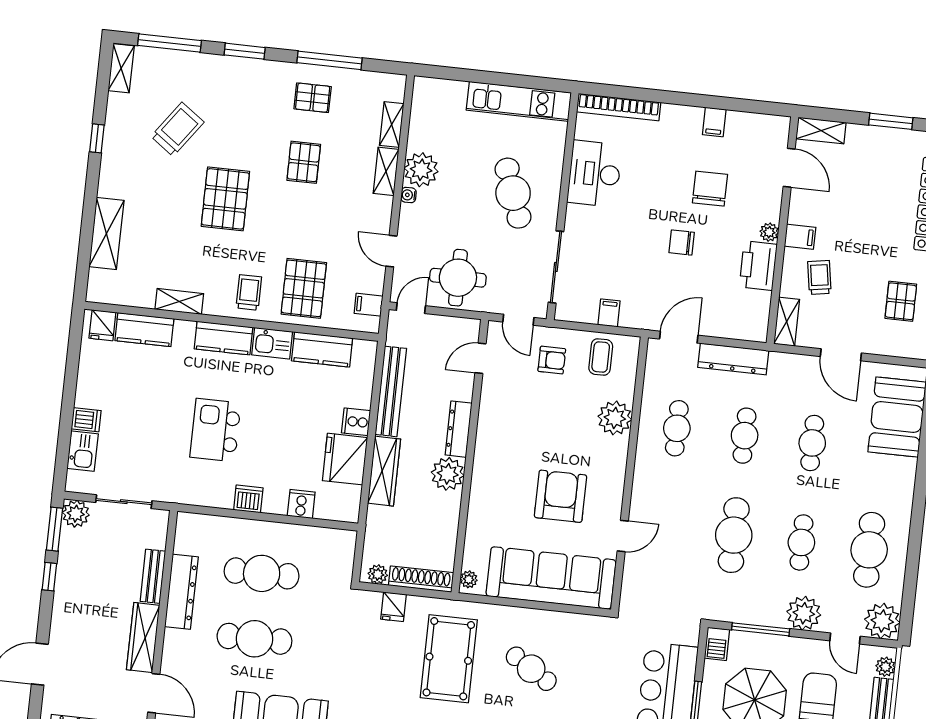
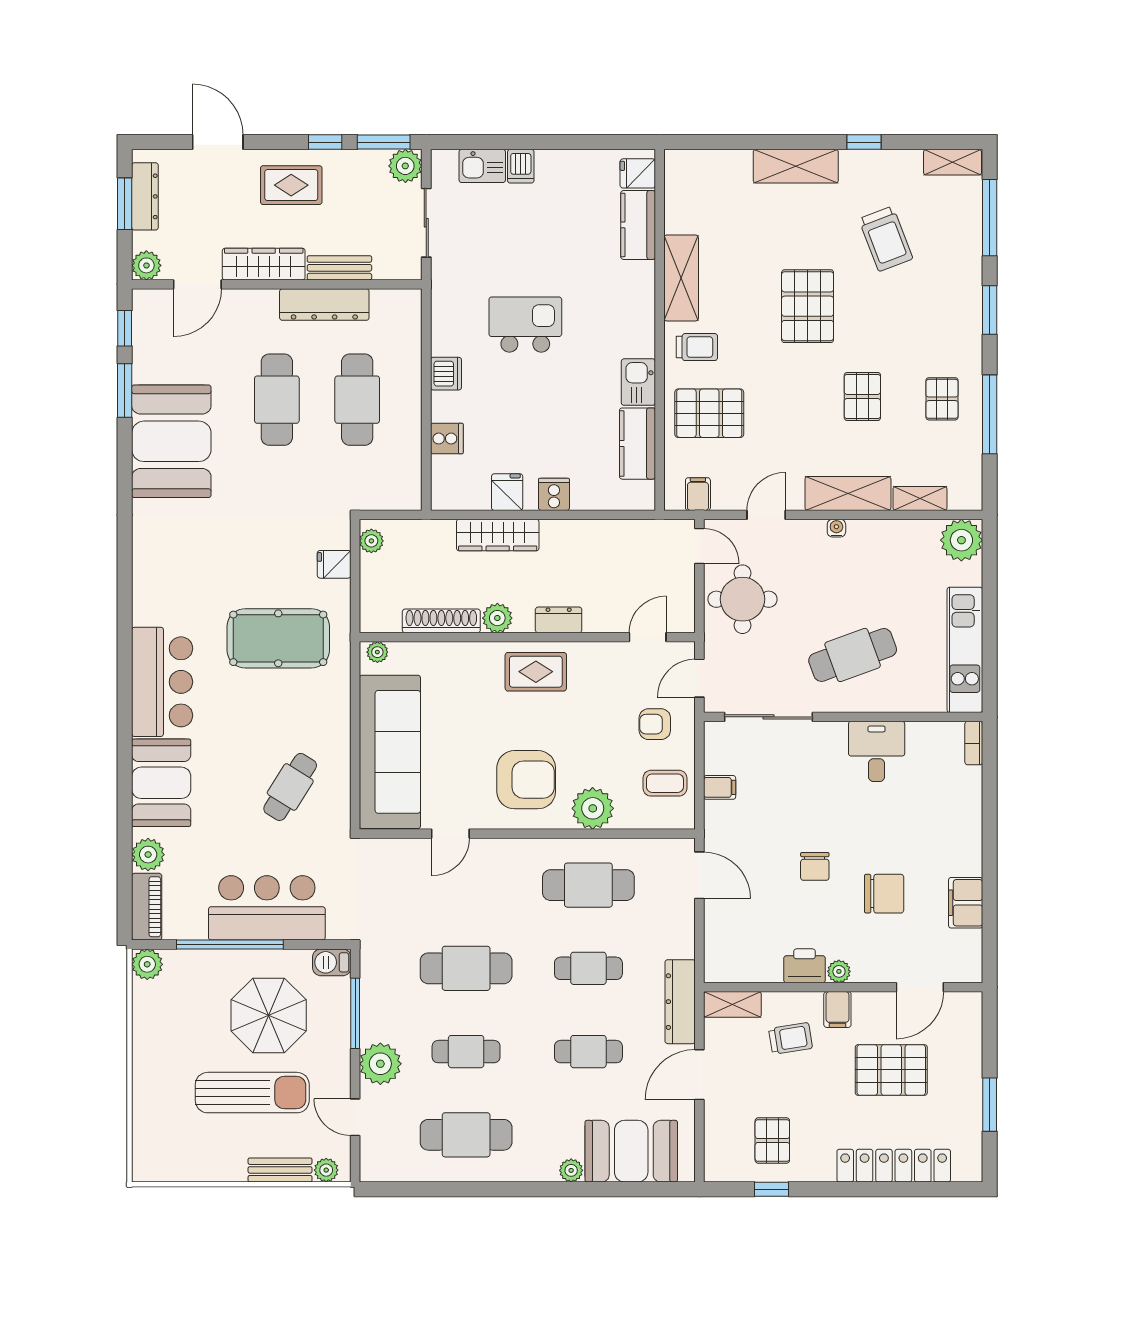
bookcase: (619, 107) -> (974, 743), width x0.43, depth x0.76
filing cabinet: (714, 122) -> (966, 903), width x2.00
trolley: (177, 129) -> (886, 239), turned 33
shelving: (821, 131) -> (969, 1021), removed
pallet: (304, 162) -> (862, 396), turned 90
plant: (421, 170) -> (961, 540), moved
shelving: (386, 171) -> (848, 493), width x1.50, depth x1.33
desk: (594, 174) -> (877, 751), width x0.73
pallet: (854, 198) -> (891, 1070), added
pallet: (225, 199) -> (808, 306), turned 90
shelving: (106, 233) -> (796, 166), moved
chair: (682, 242) -> (815, 866), turned 180
printer: (758, 266) -> (805, 966), width x0.73, depth x0.84
pallet: (901, 301) -> (772, 1140), turned 90
shelving: (179, 302) -> (681, 278), width x1.50, depth x1.33
kitchen counter: (223, 338) -> (638, 322), removed
door: (480, 358) -> (648, 637), hinge flipped
dresser: (733, 359) -> (680, 1002), moved
armchair: (552, 360) -> (655, 724), turned 90
bench: (391, 391) -> (595, 533), removed
cafe table: (677, 428) -> (588, 885), width x1.37, depth x1.35
dresser: (459, 429) -> (559, 620), width x0.70
rug: (499, 452) -> (536, 672), added
fridge: (345, 459) -> (507, 492), width x0.53, depth x0.75
plant: (448, 474) -> (497, 618), width x0.73, depth x0.73
armchair: (561, 496) -> (526, 780), moved
door: (623, 536) -> (450, 834), hinge flipped
shoe rack: (421, 579) -> (441, 621), moved, turned -90
rug: (81, 608) -> (291, 185), added
plant: (882, 621) -> (571, 1170), moved, width x0.53, depth x0.53
door: (845, 639) -> (355, 1117), hinge flipped
cafe table: (531, 669) -> (290, 787), moved

